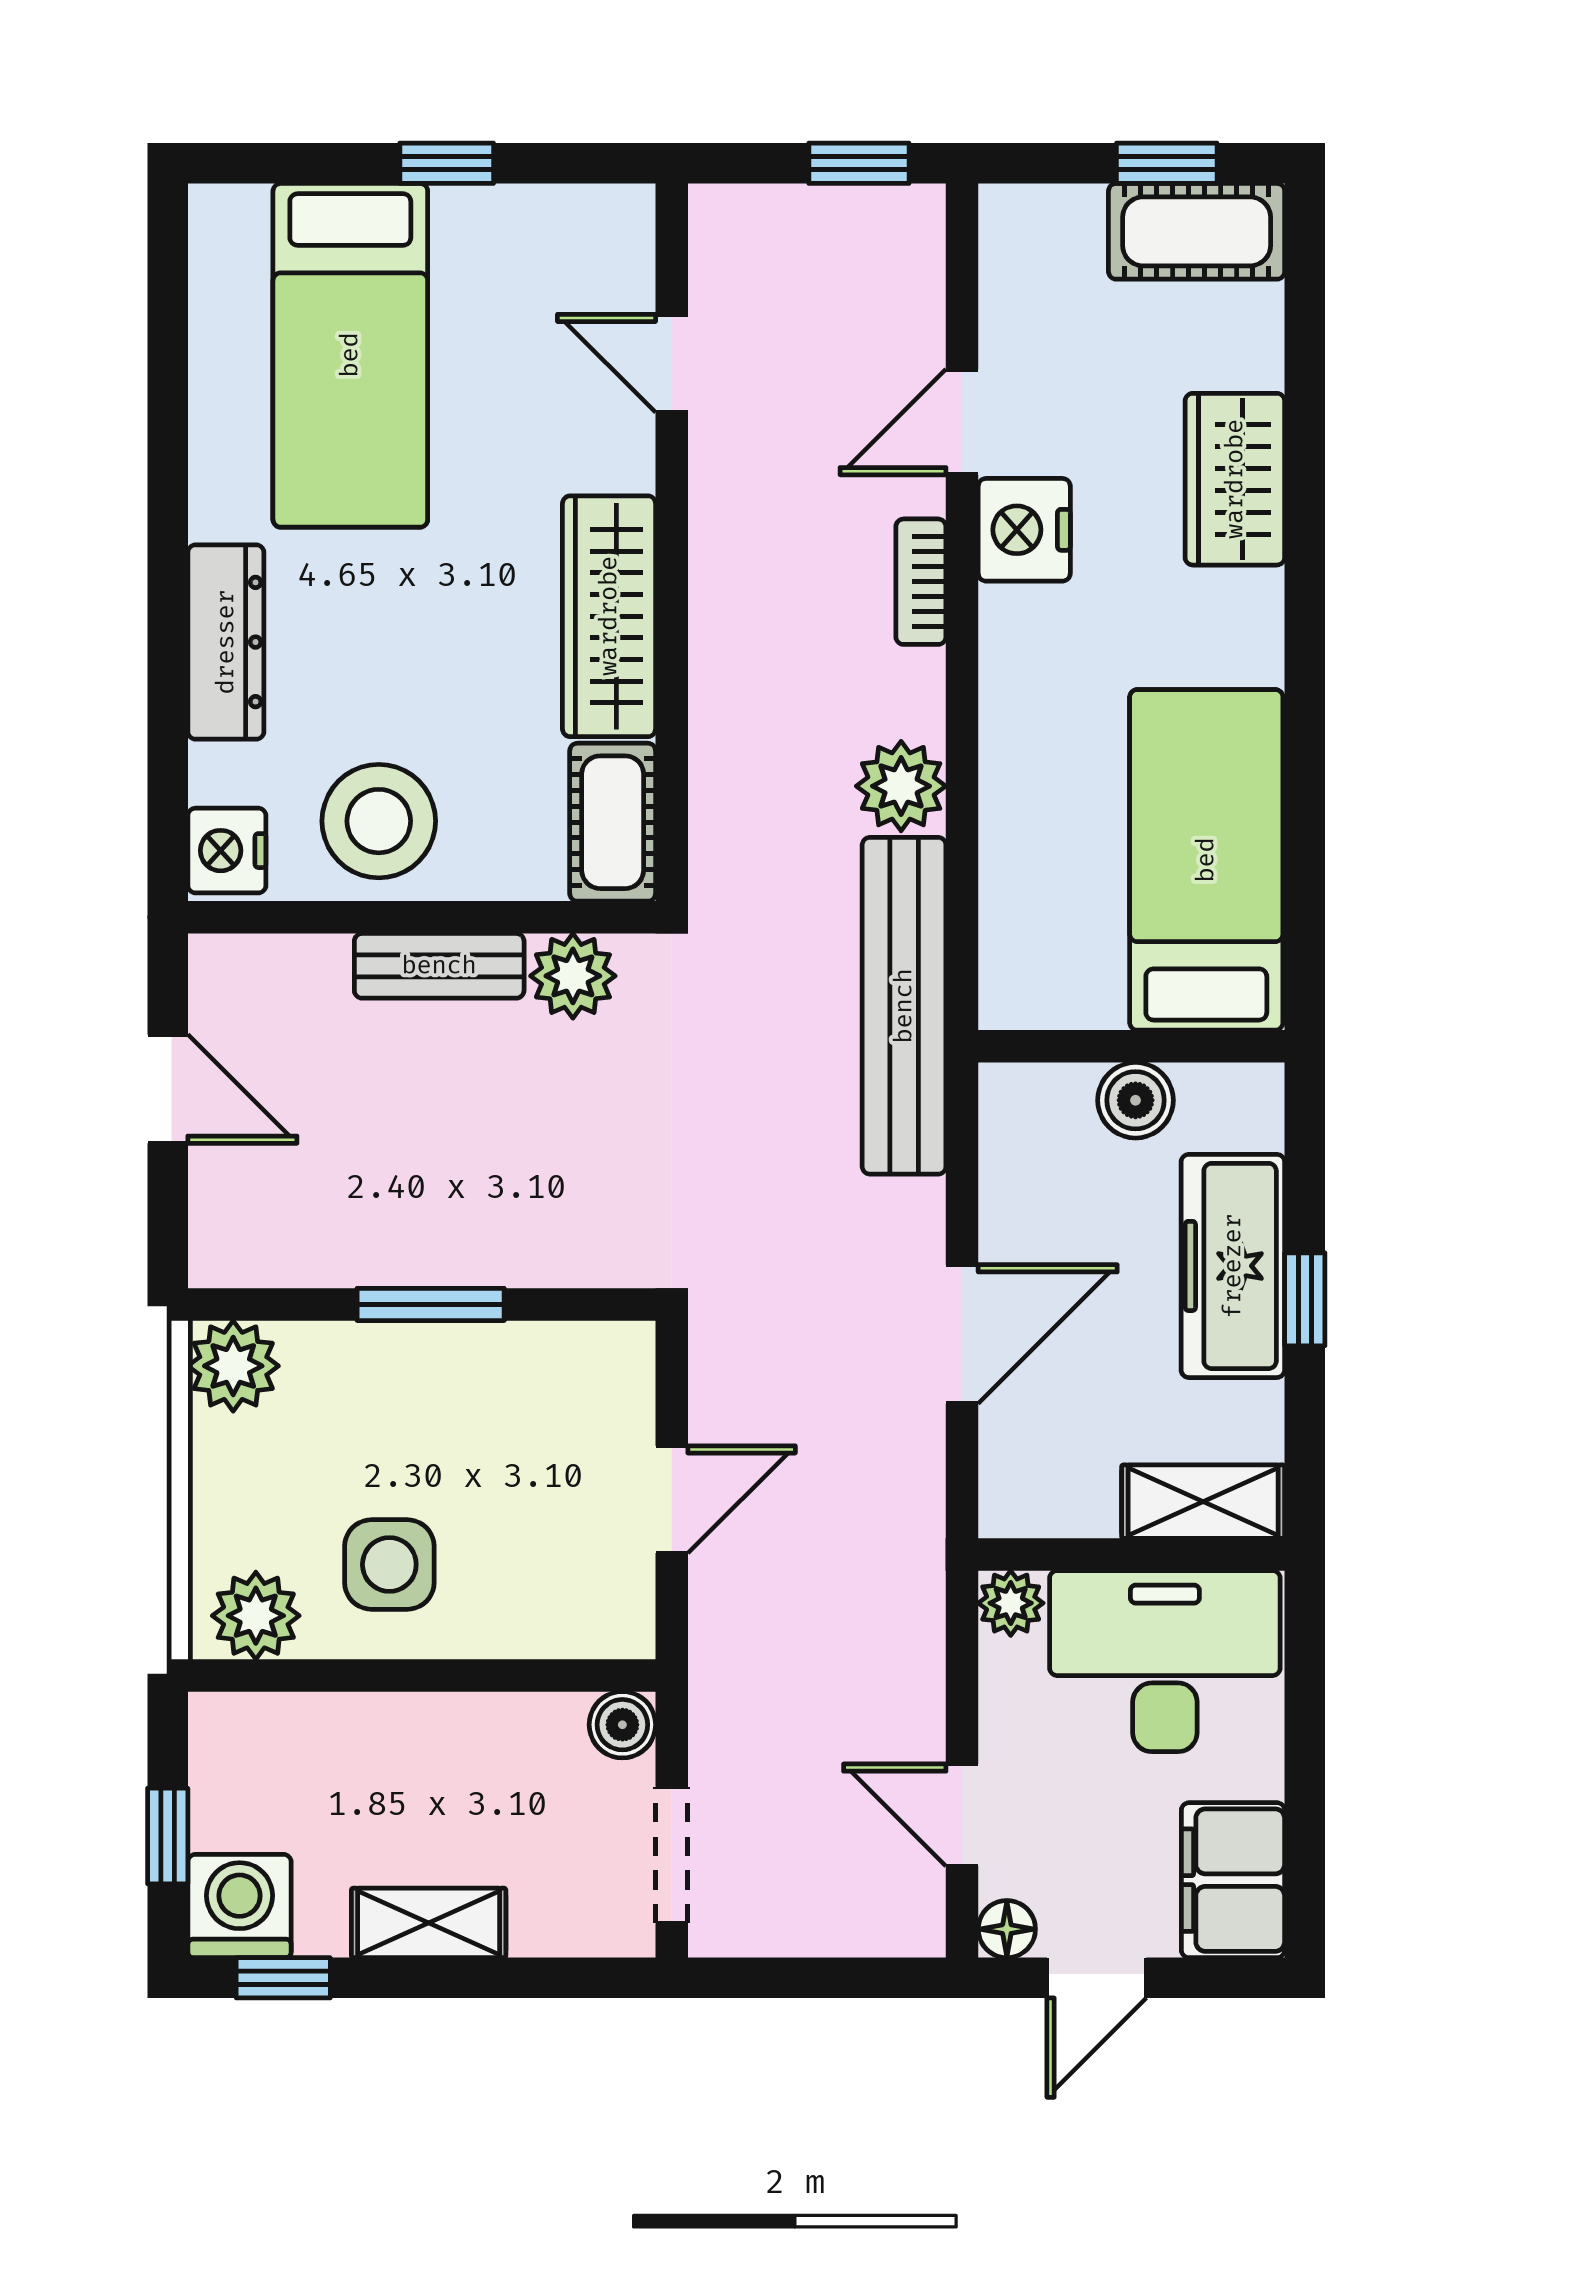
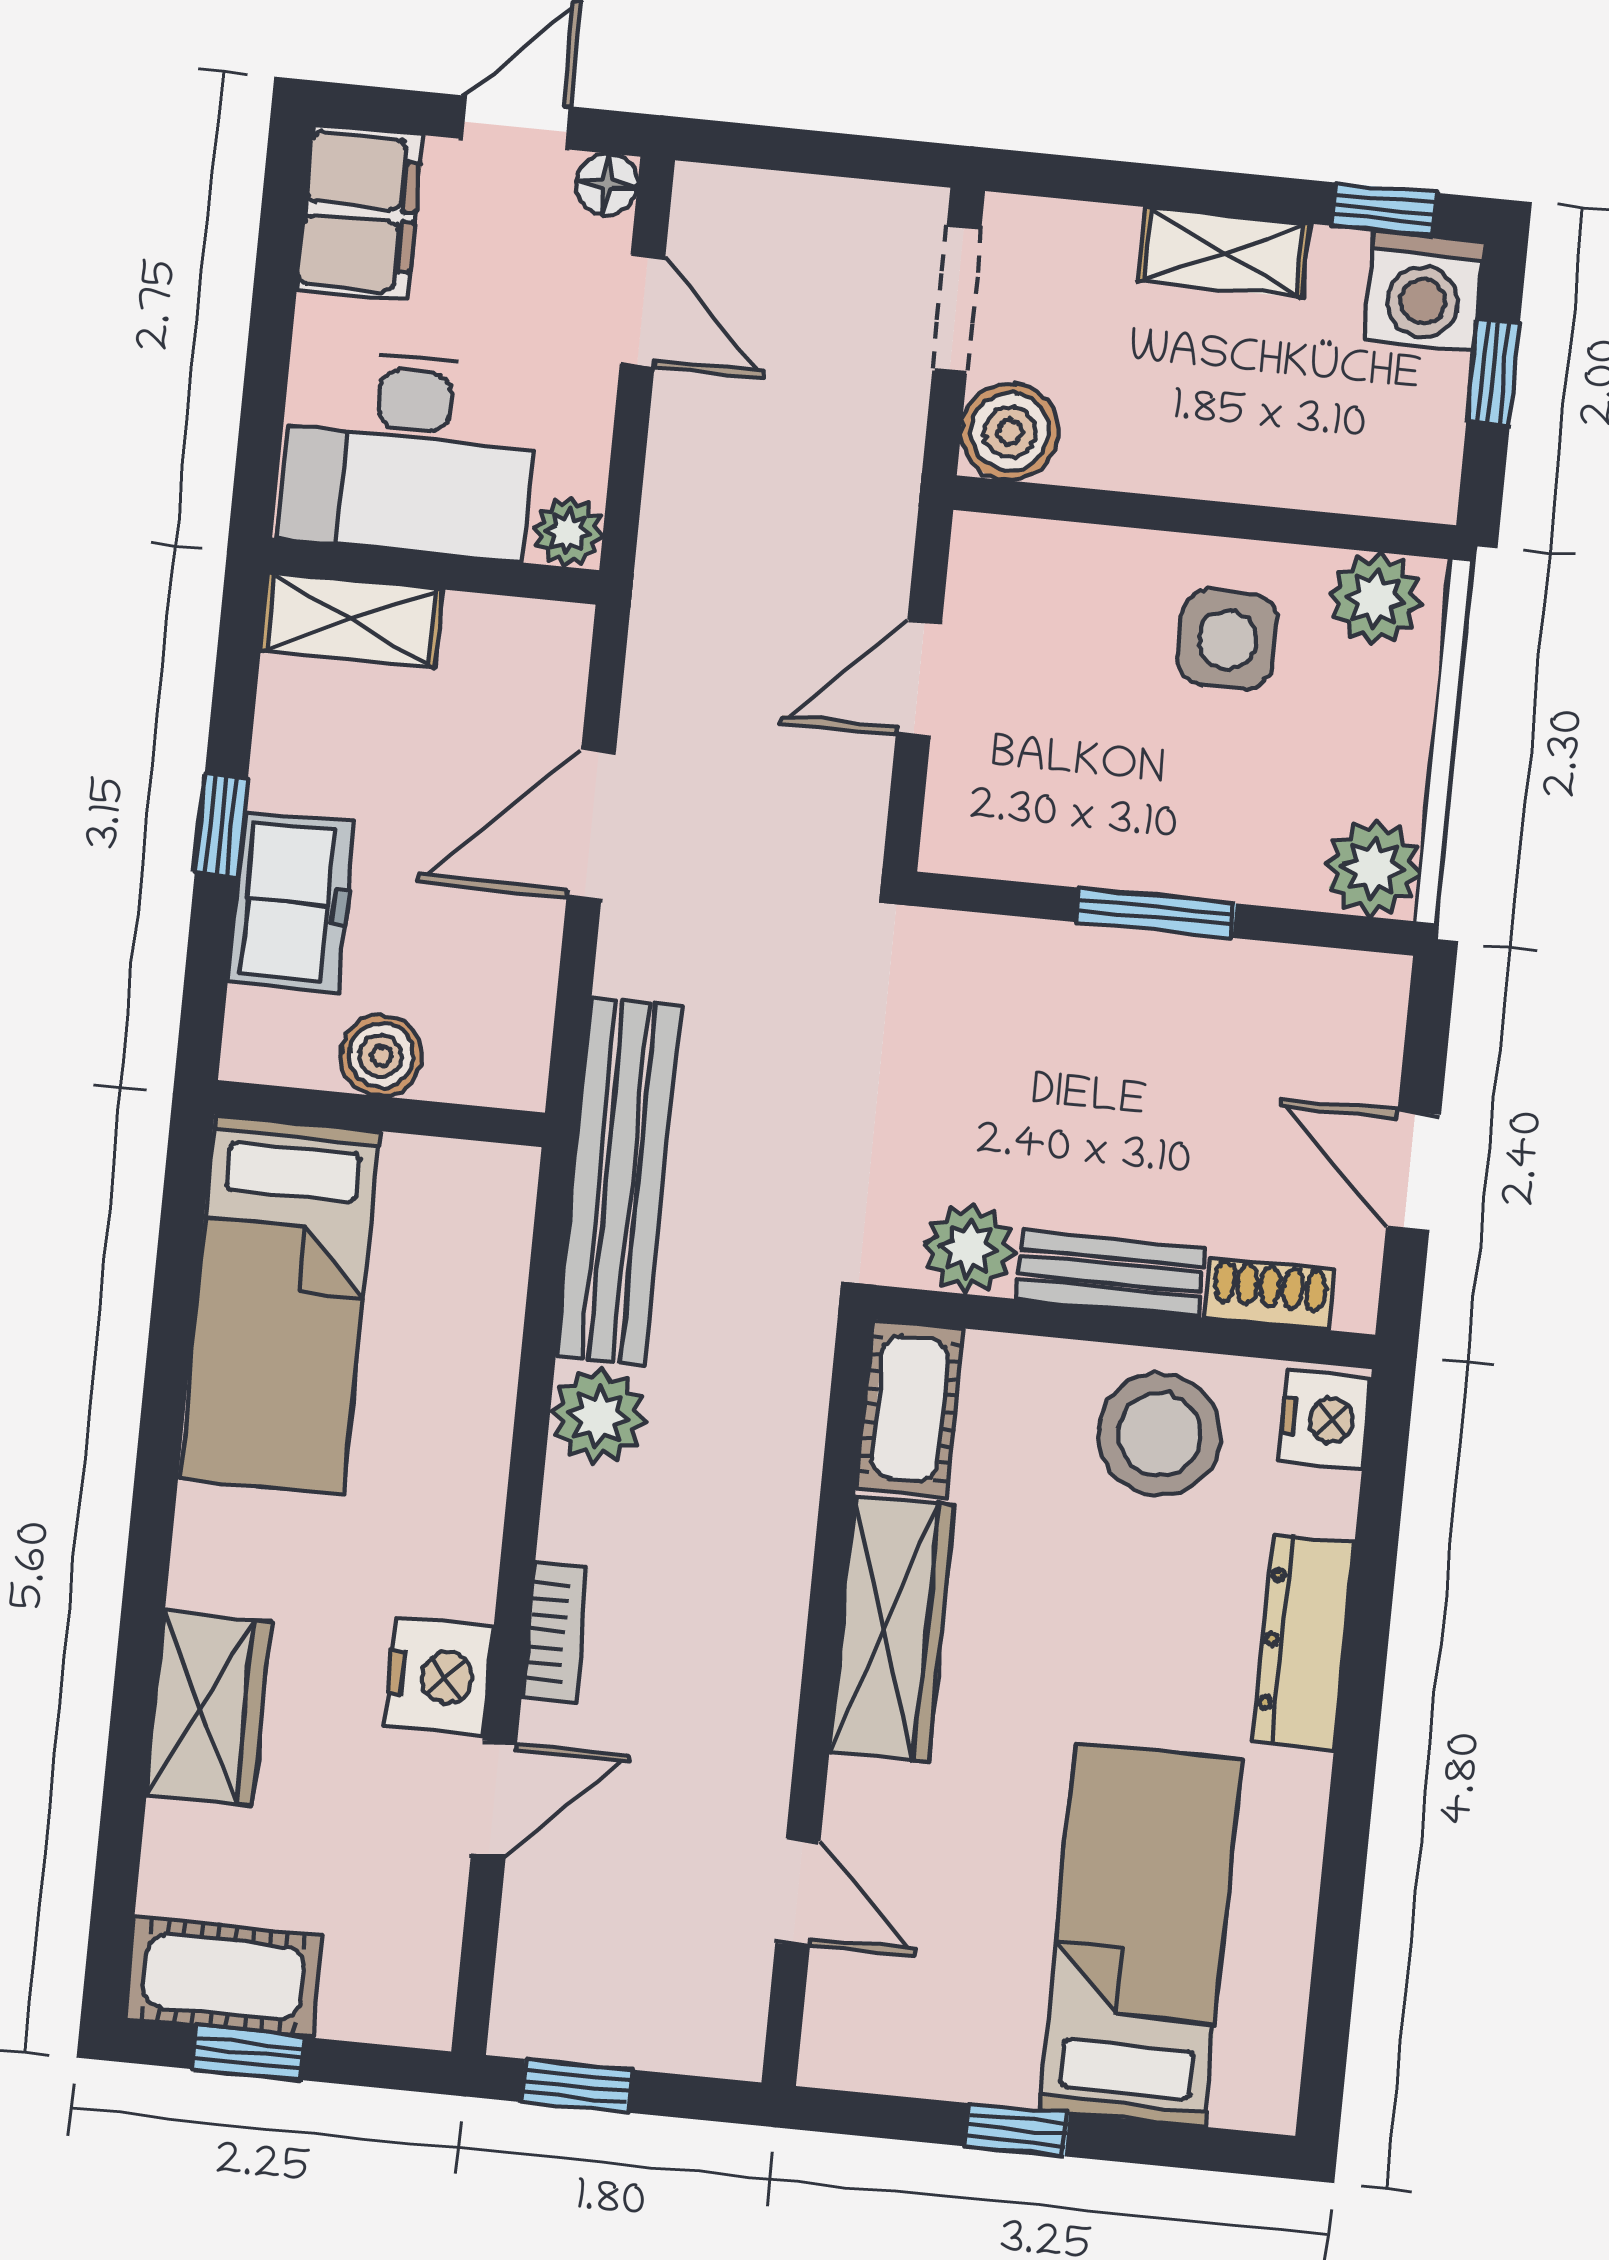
shoe rack: (290, 962) -> (1269, 1294), added
freezer: (1233, 1266) -> (291, 902), width x0.71
boiler: (622, 1725) -> (1010, 432), width x1.36, depth x1.36

